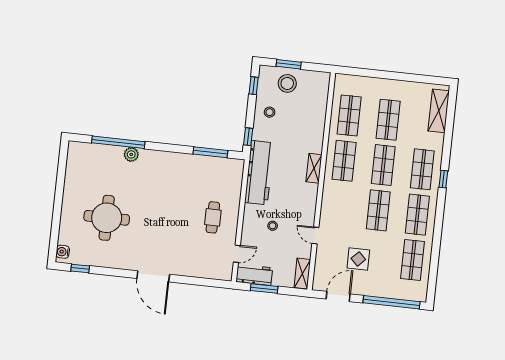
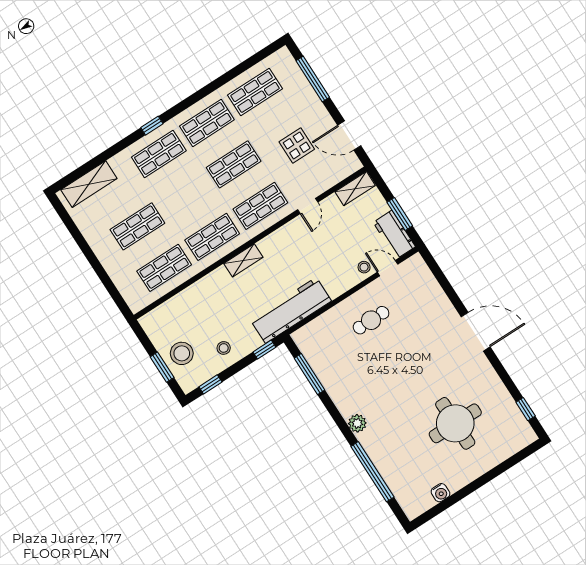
plant: (131, 154) -> (357, 423), moved
shop shelf: (383, 165) -> (260, 206), moved
stool: (273, 226) -> (364, 267), moved
water cooler: (63, 252) -> (440, 493), moved
door: (153, 276) -> (476, 332), hinge flipped
window: (392, 302) -> (313, 79), width x0.68

